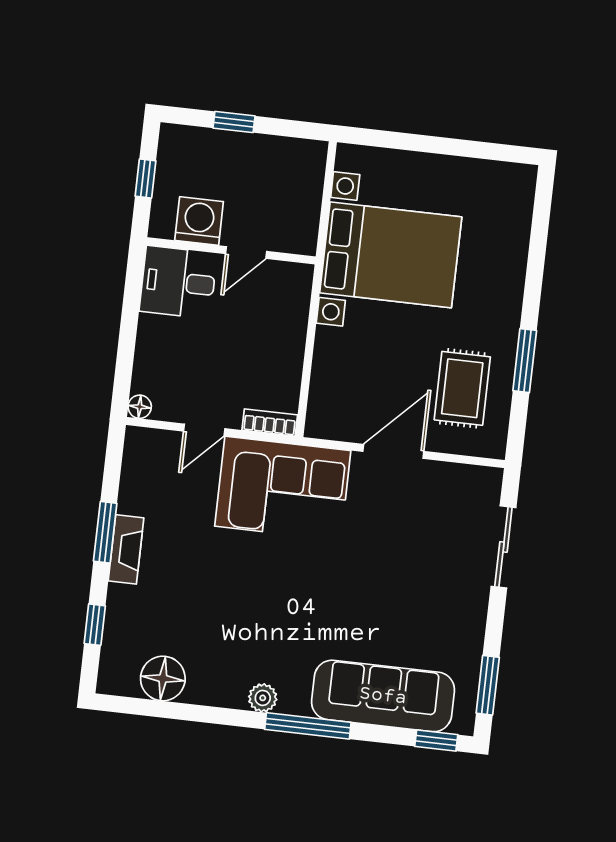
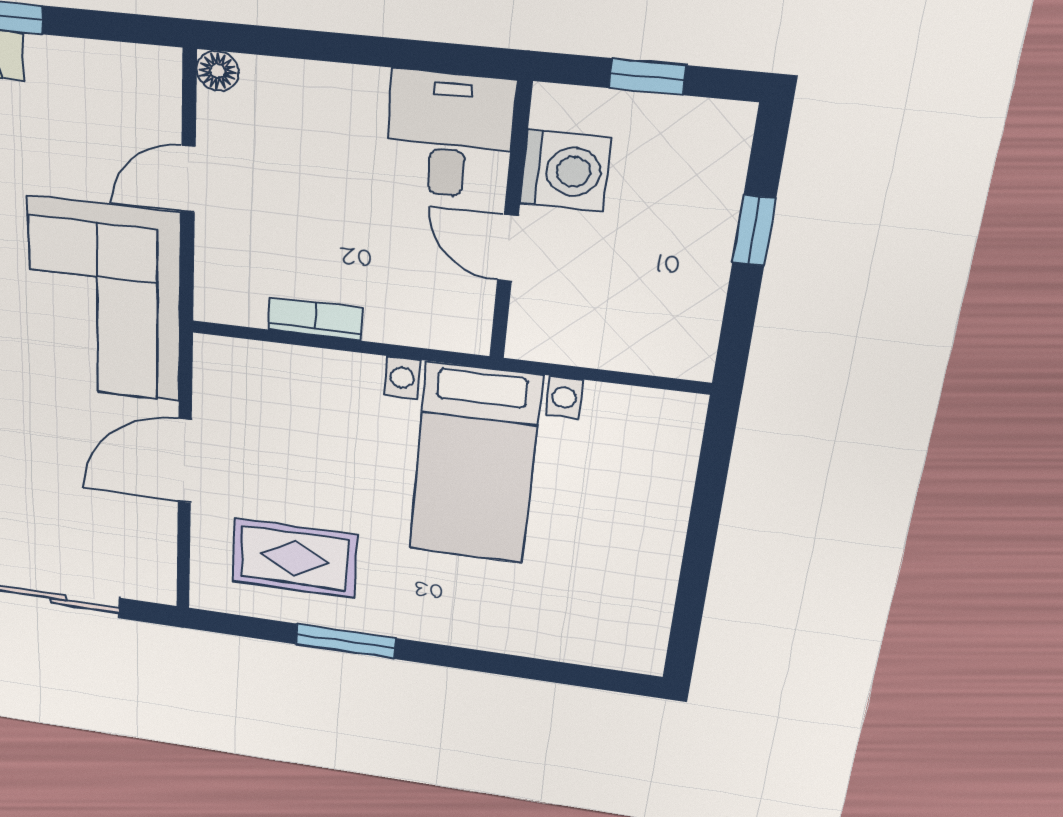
bed with nightstands: (391, 255) -> (475, 464), width x0.73
bookcase: (270, 422) -> (315, 319), moved, turned -90
door: (204, 430) -> (188, 179), hinge flipped
door: (393, 451) -> (185, 461), swing flipped

